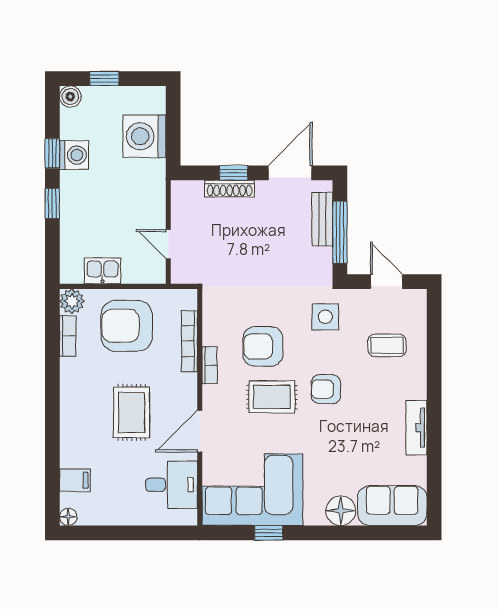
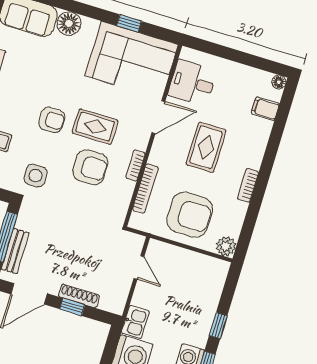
kitchen sink: (102, 271) -> (135, 322), moved, turned -90
bookcase: (68, 336) -> (248, 185), moved

